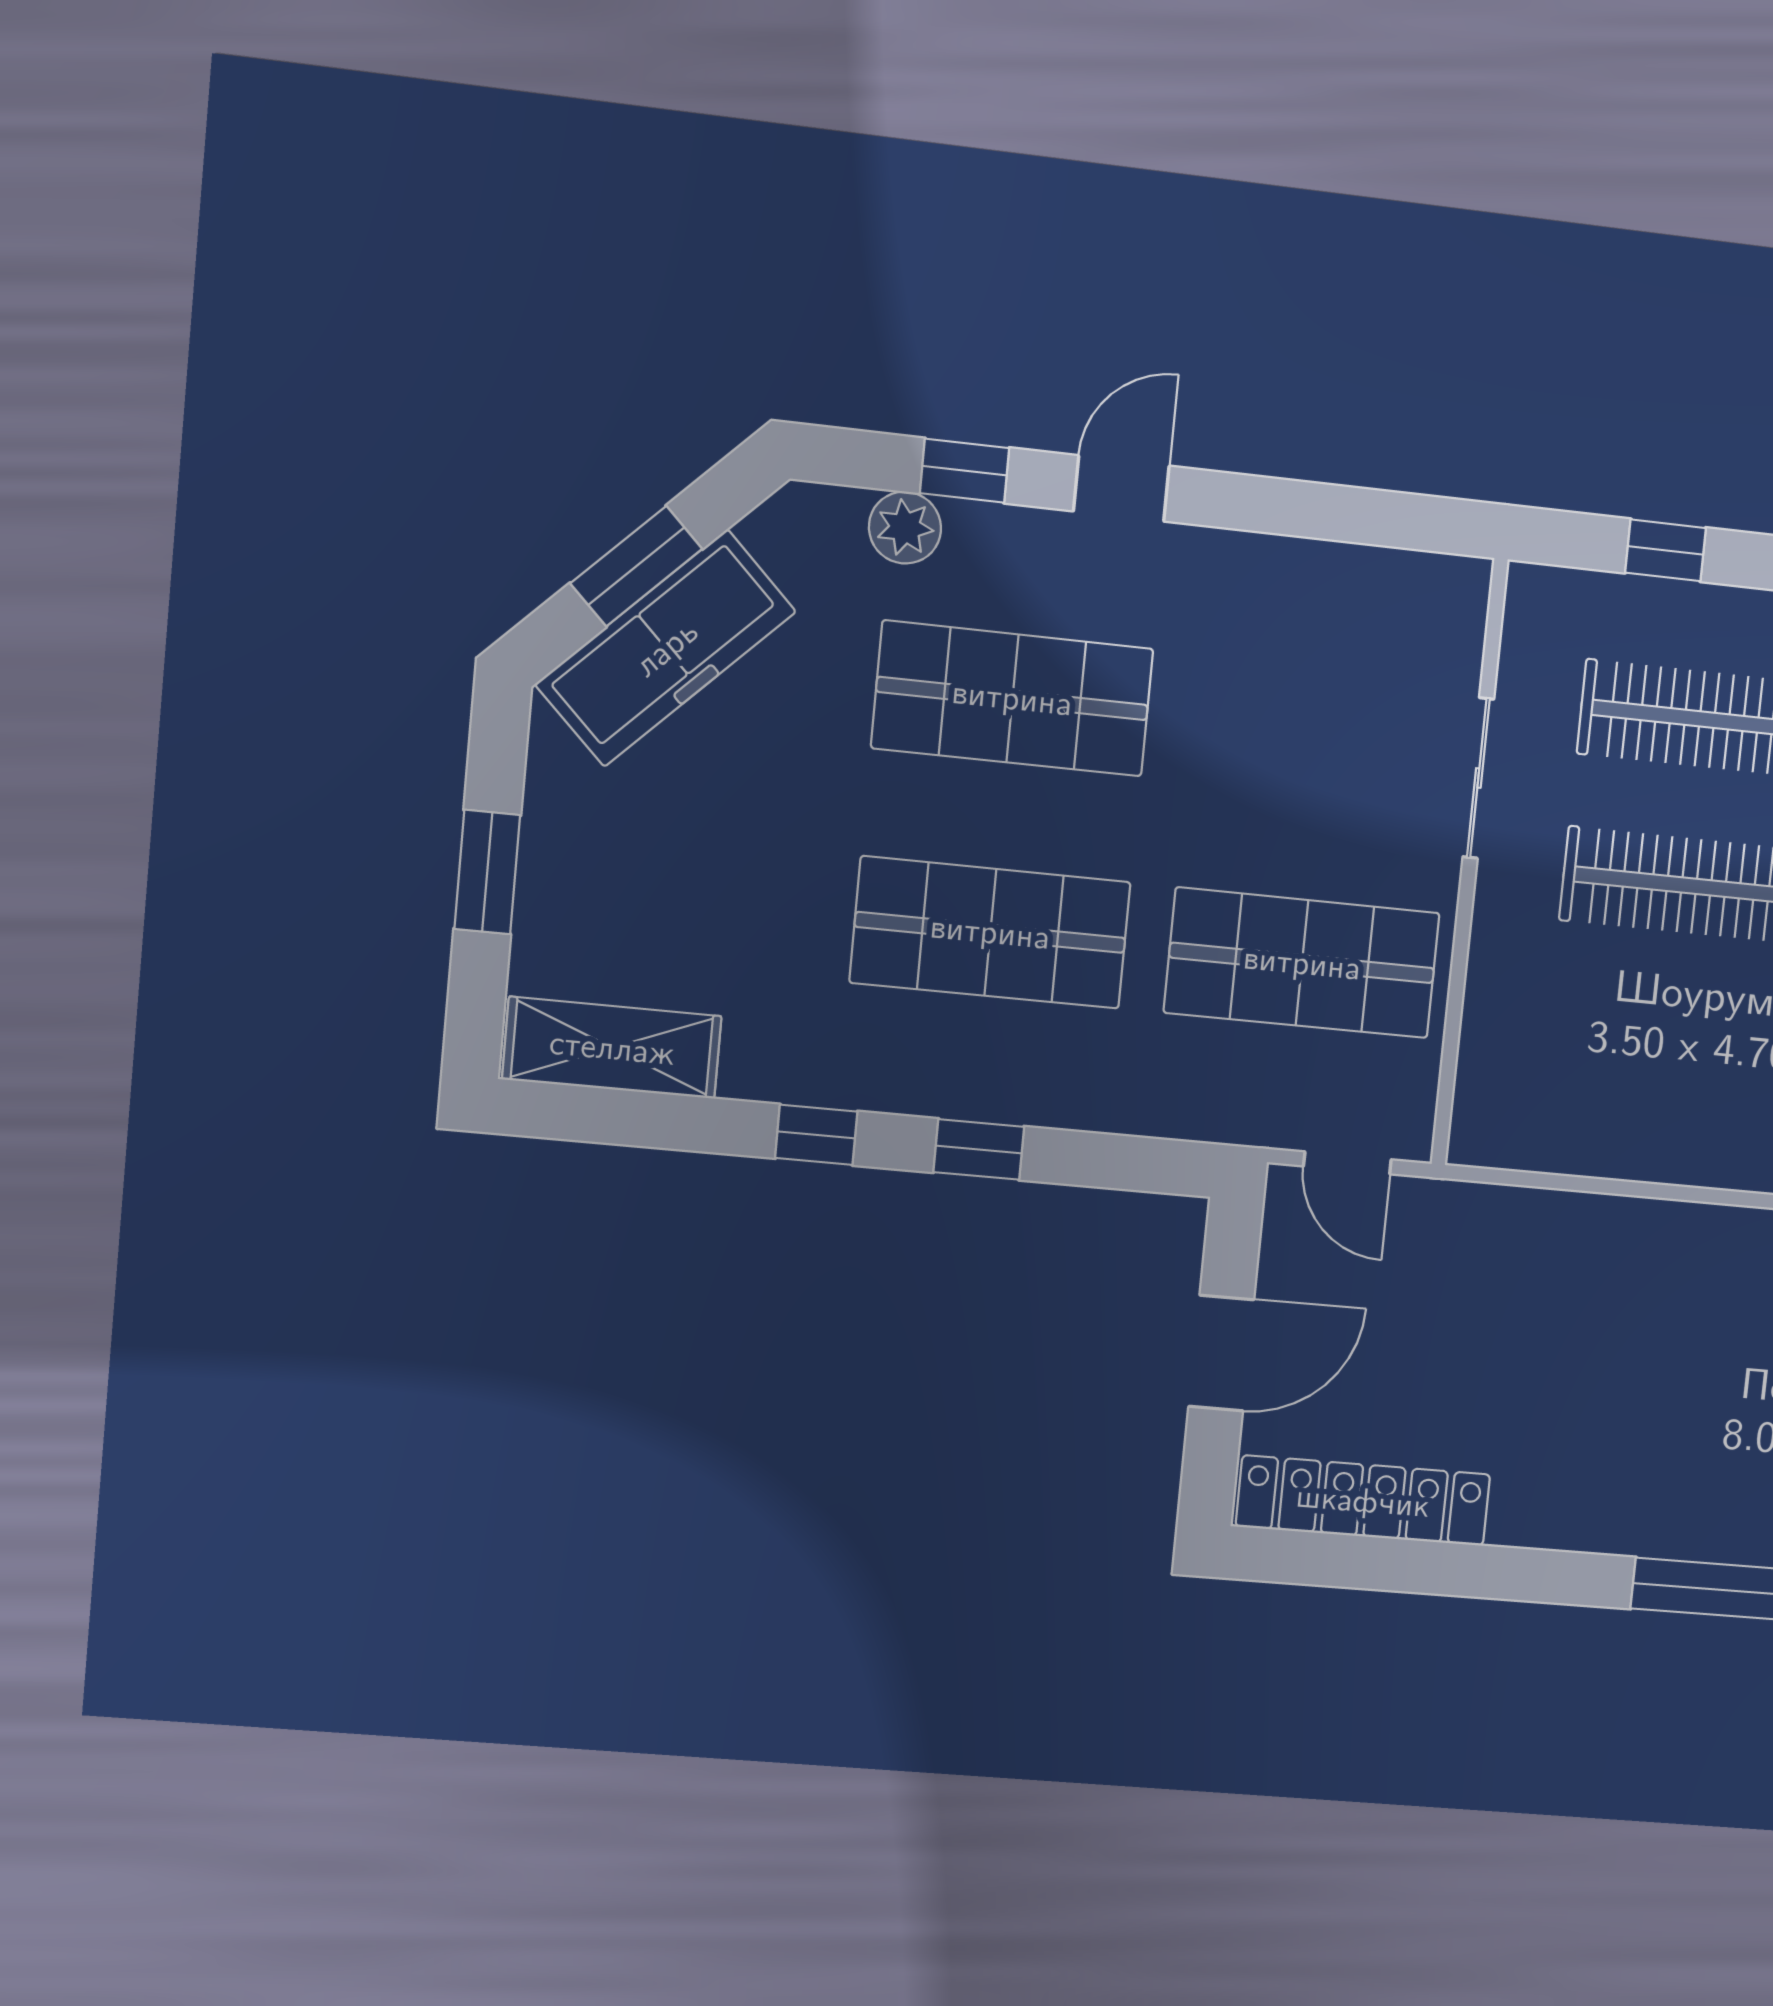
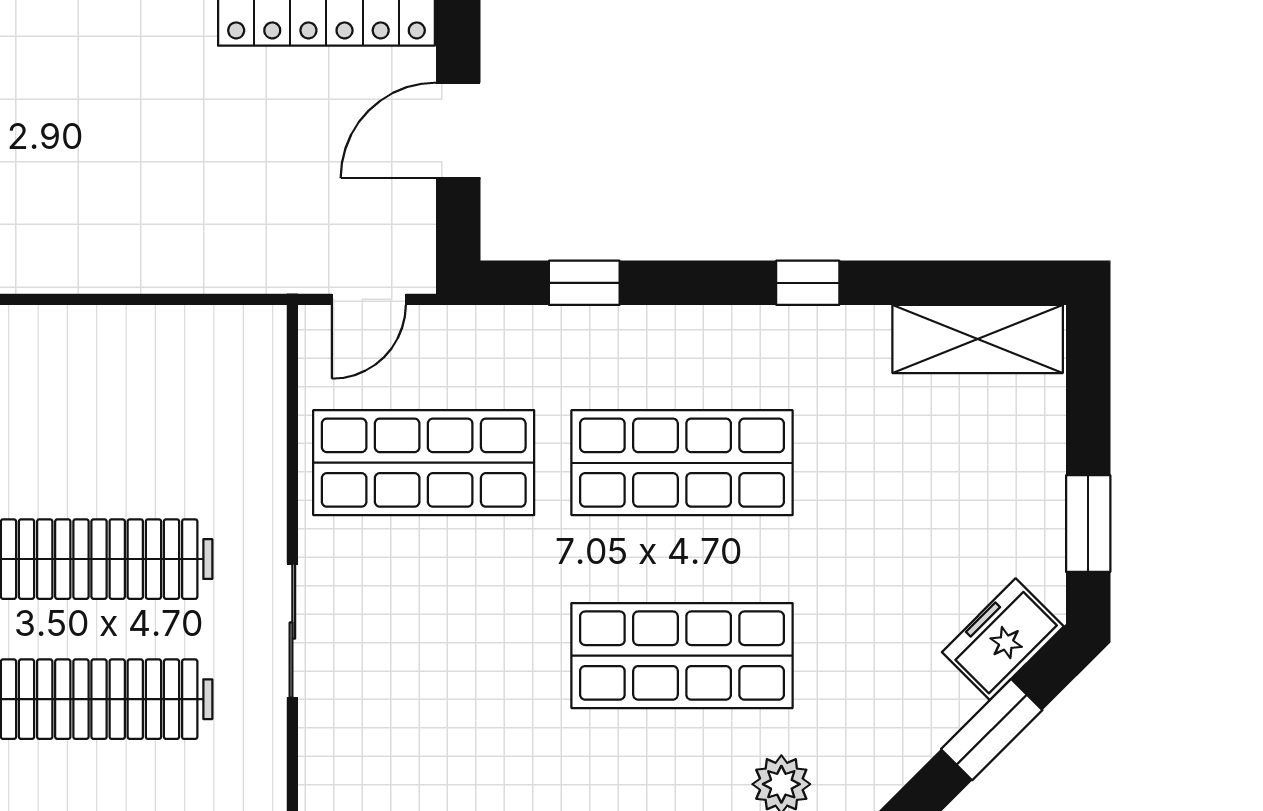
freezer: (666, 648) -> (1003, 639), width x0.52, depth x0.79
window: (487, 872) -> (1088, 524), moved
window: (979, 1149) -> (584, 283), moved
door: (1347, 1163) -> (369, 299), swing flipped

